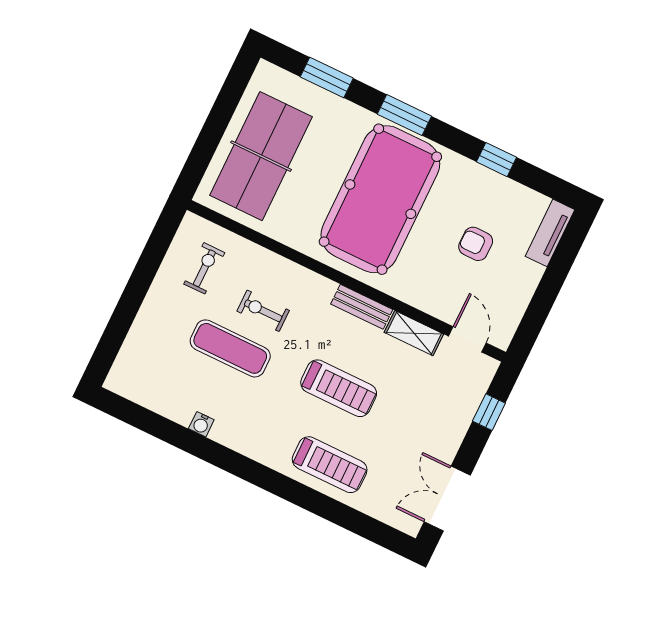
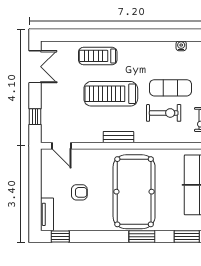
window: (496, 160) -> (60, 237), moved
exercise bike: (263, 311) -> (164, 113), width x1.38, depth x1.39
shelving: (414, 333) -> (88, 137), removed
treadmill: (339, 388) -> (111, 94), width x1.37, depth x1.38
water cooler: (201, 424) -> (181, 46), moved

